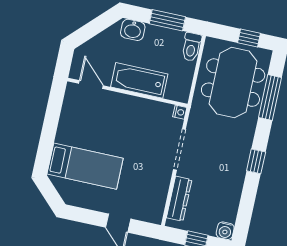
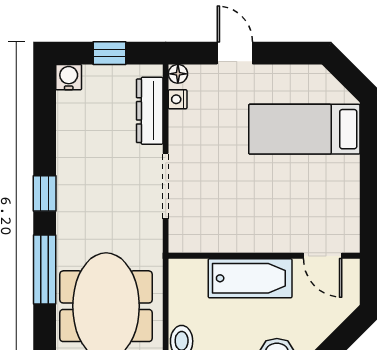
window: (270, 98) -> (45, 270), moved
nightstand: (180, 112) -> (178, 99), moved
floor lamp: (156, 218) -> (178, 74), added

